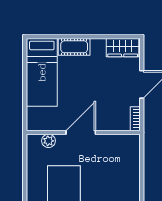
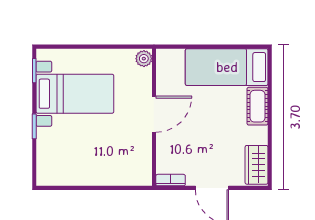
door: (81, 132) -> (154, 114), hinge flipped
plant: (48, 141) -> (144, 59), moved

